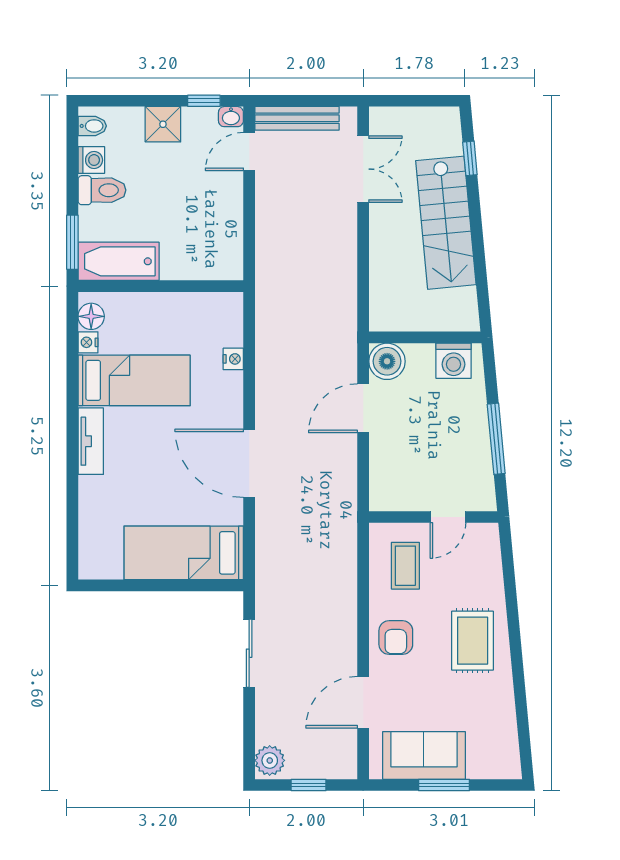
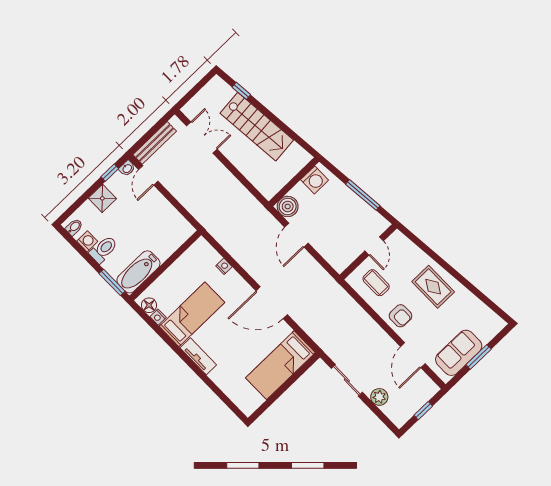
plant: (270, 760) -> (379, 397), moved

